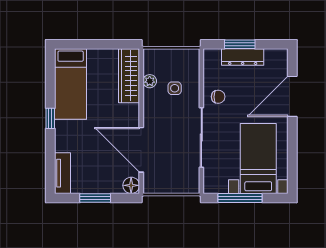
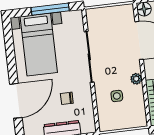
plant: (150, 81) -> (136, 79), moved
chair: (218, 97) -> (67, 98), moved

